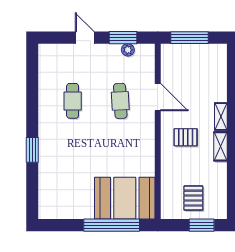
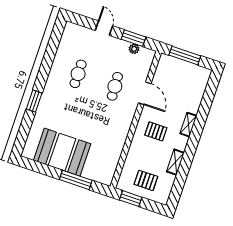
shelving: (220, 146) -> (175, 162), moved
booth: (125, 198) -> (62, 152), moved
pallet: (193, 198) -> (146, 180), turned 90
window: (112, 225) -> (76, 180), width x0.68
window: (202, 225) -> (131, 199), moved

